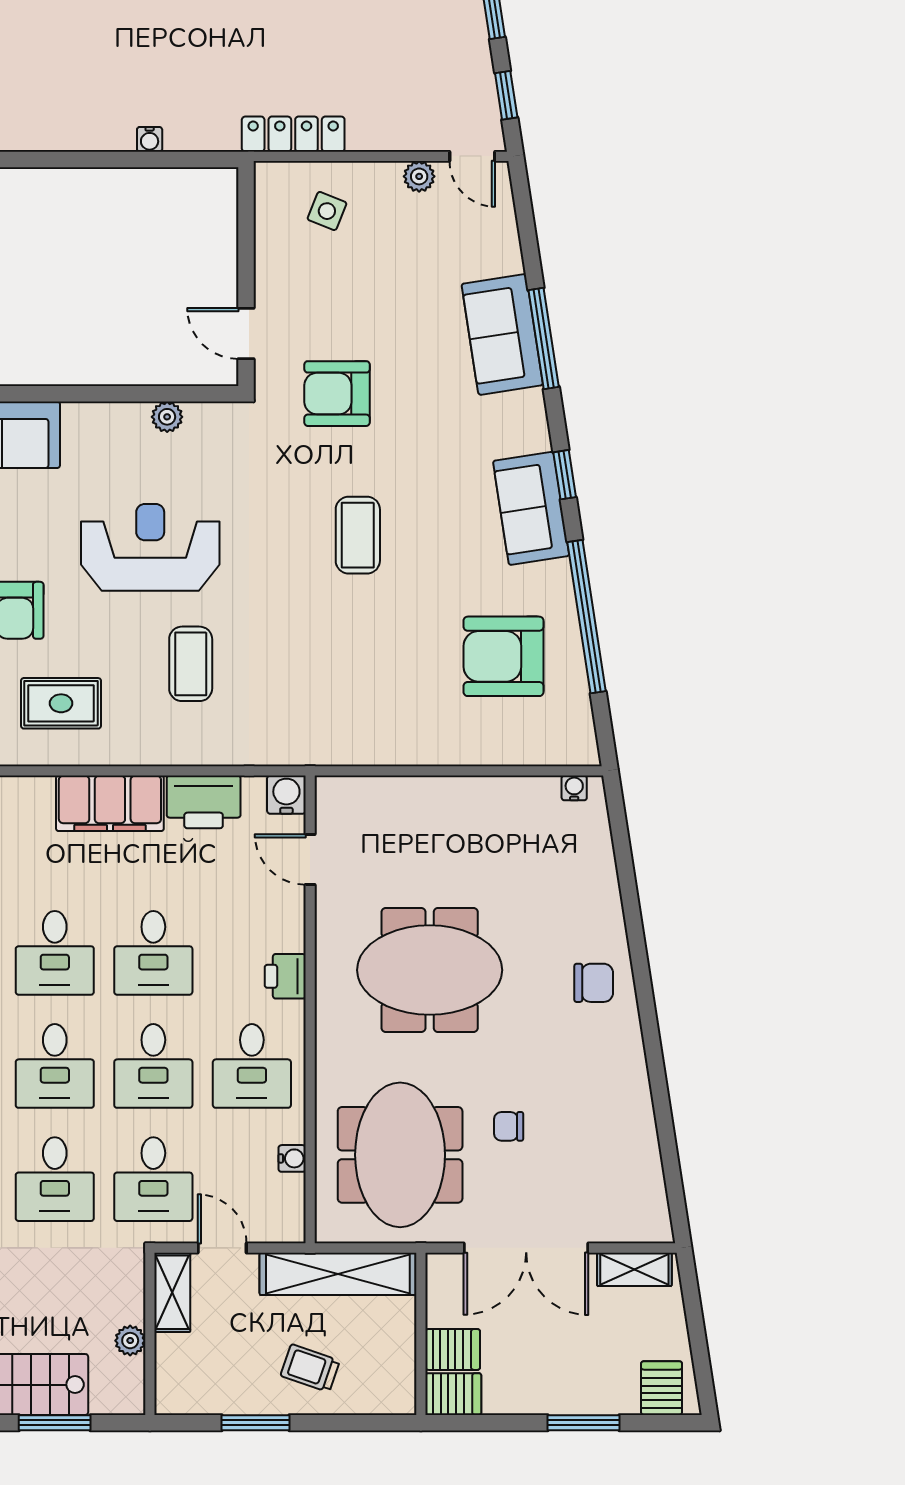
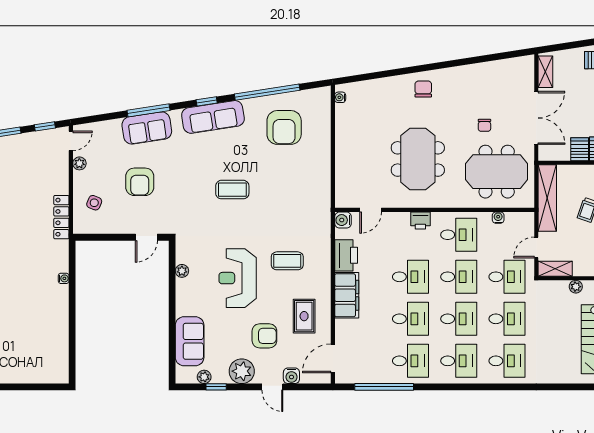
armchair: (337, 394) -> (140, 182), moved
sofa: (531, 508) -> (213, 117), width x1.36

